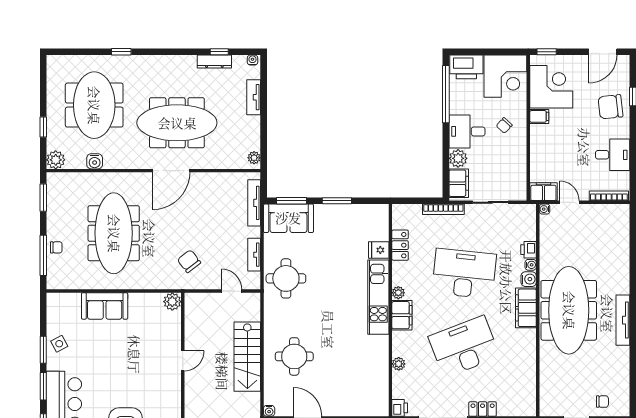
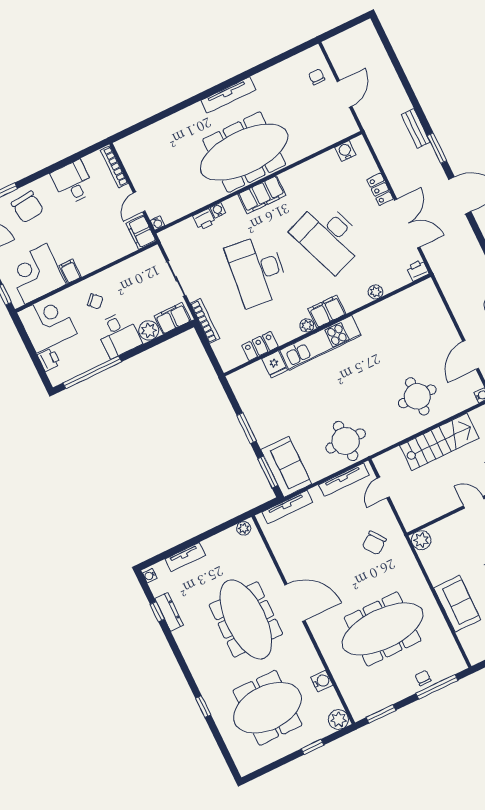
printer: (466, 67) -> (49, 360), width x0.53, depth x0.68
tv unit: (254, 255) -> (344, 480), width x1.41
water cooler: (529, 279) -> (345, 151), moved

